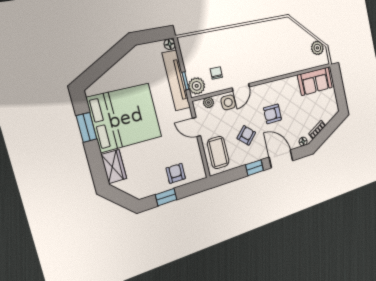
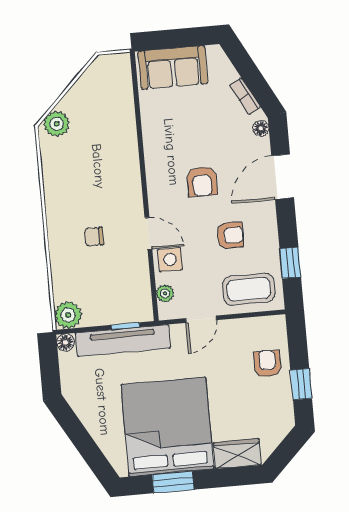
plant: (317, 48) -> (57, 124), moved
chair: (216, 73) -> (94, 237), moved
sofa: (315, 81) -> (173, 67), moved, turned 90
plant: (197, 86) -> (68, 315), moved
armchair: (246, 135) -> (230, 235), turned 136
window: (254, 168) -> (290, 263), moved
armchair: (176, 173) -> (267, 364), turned 90

